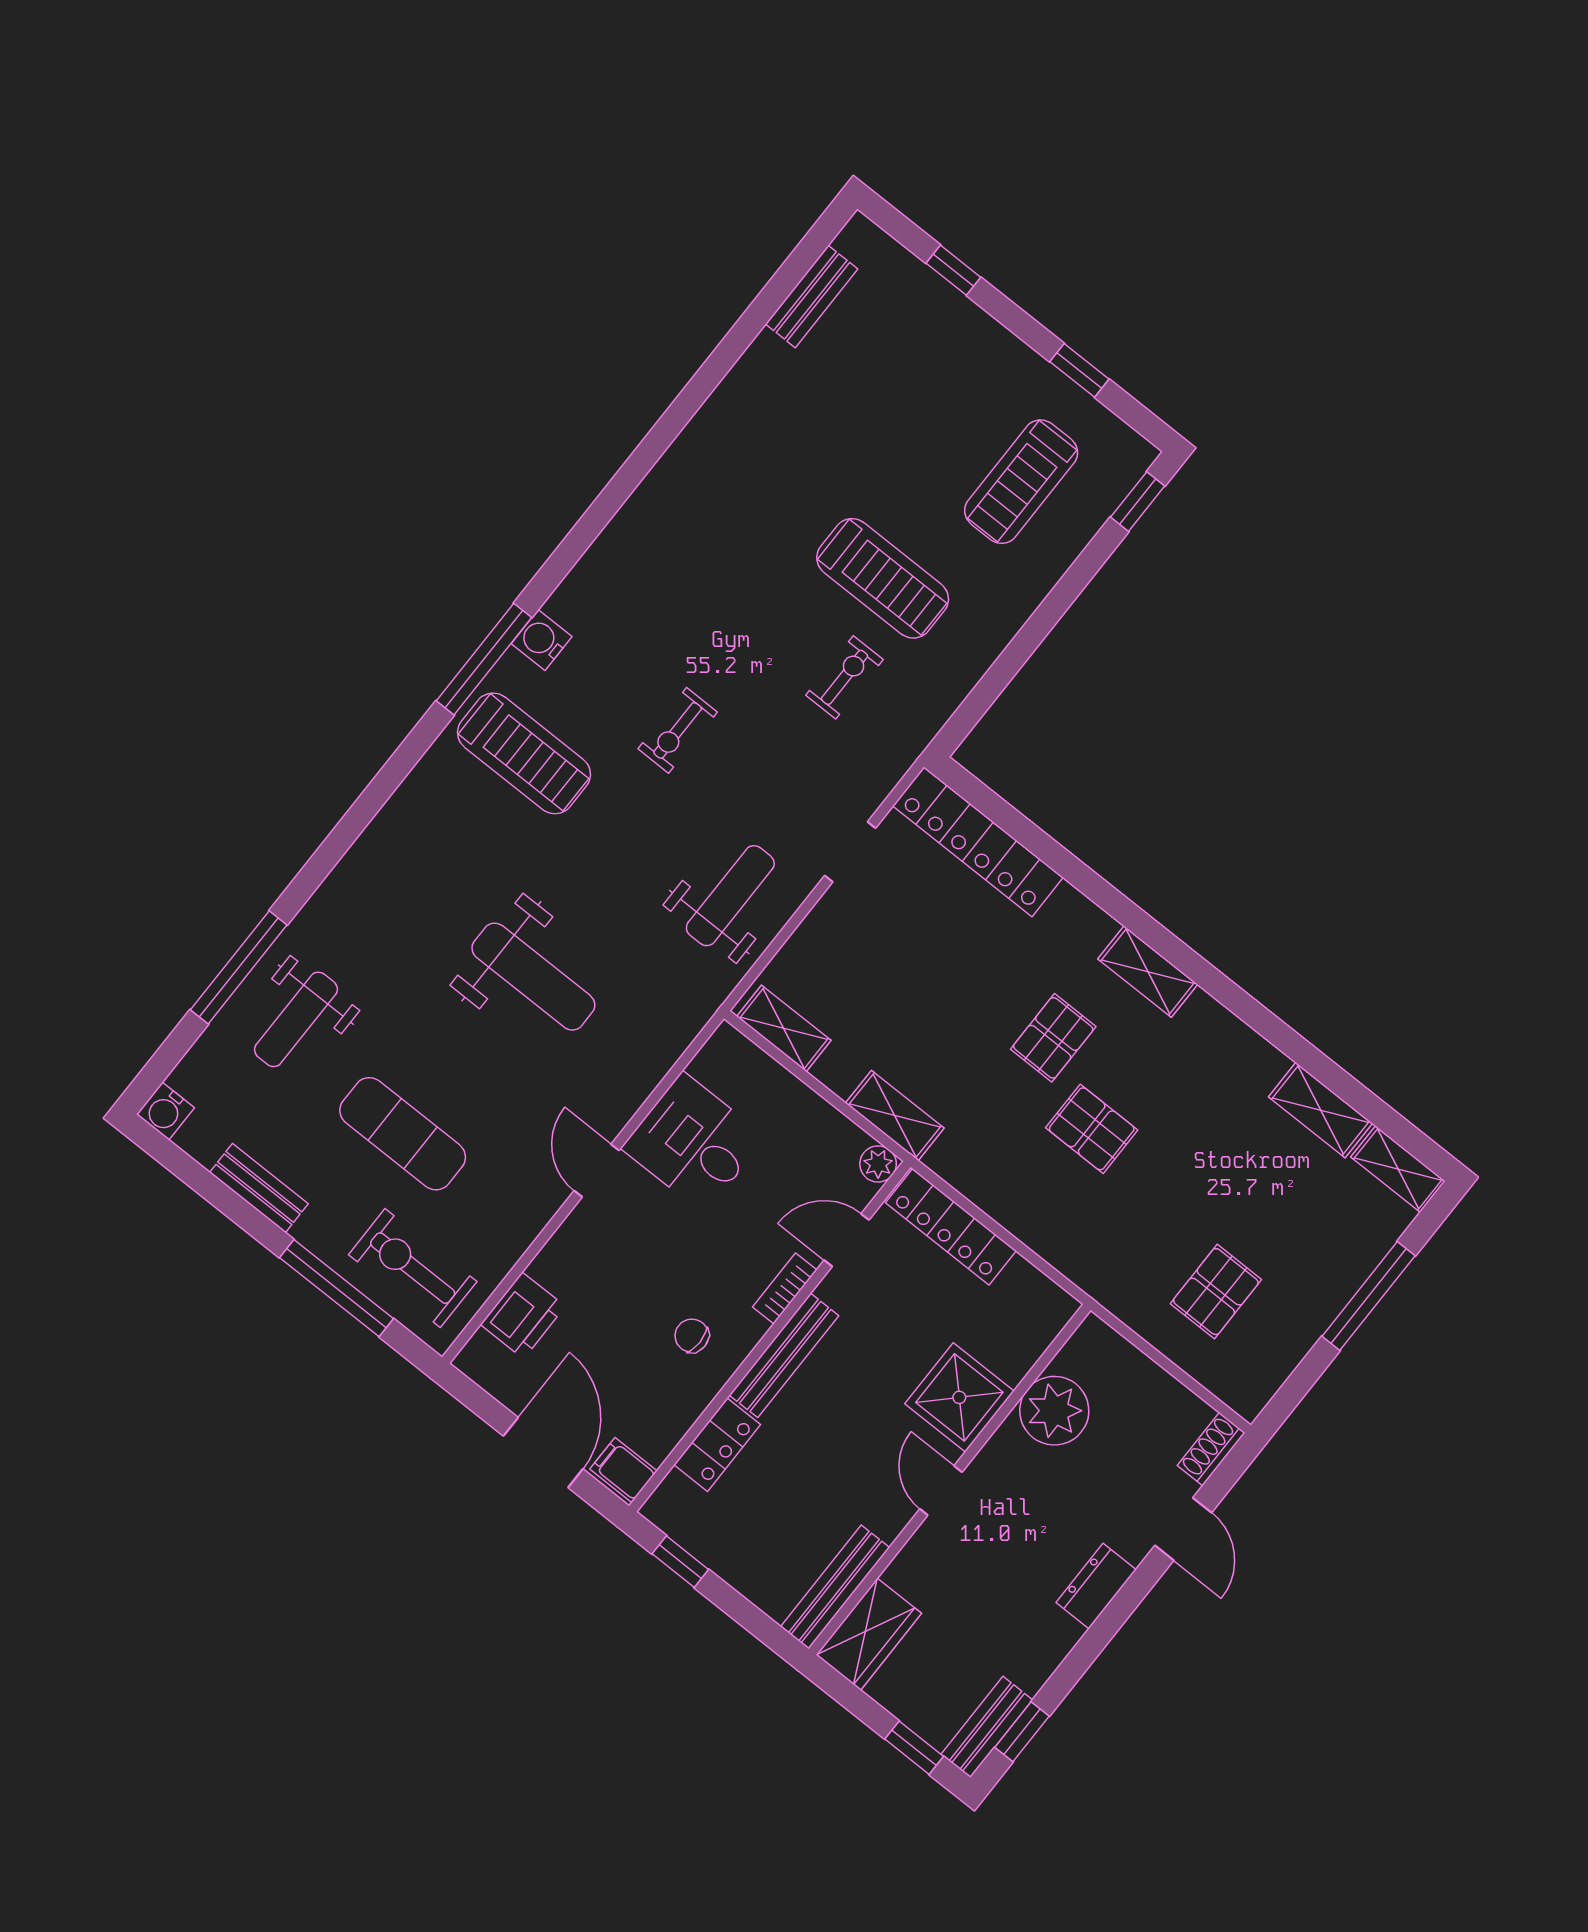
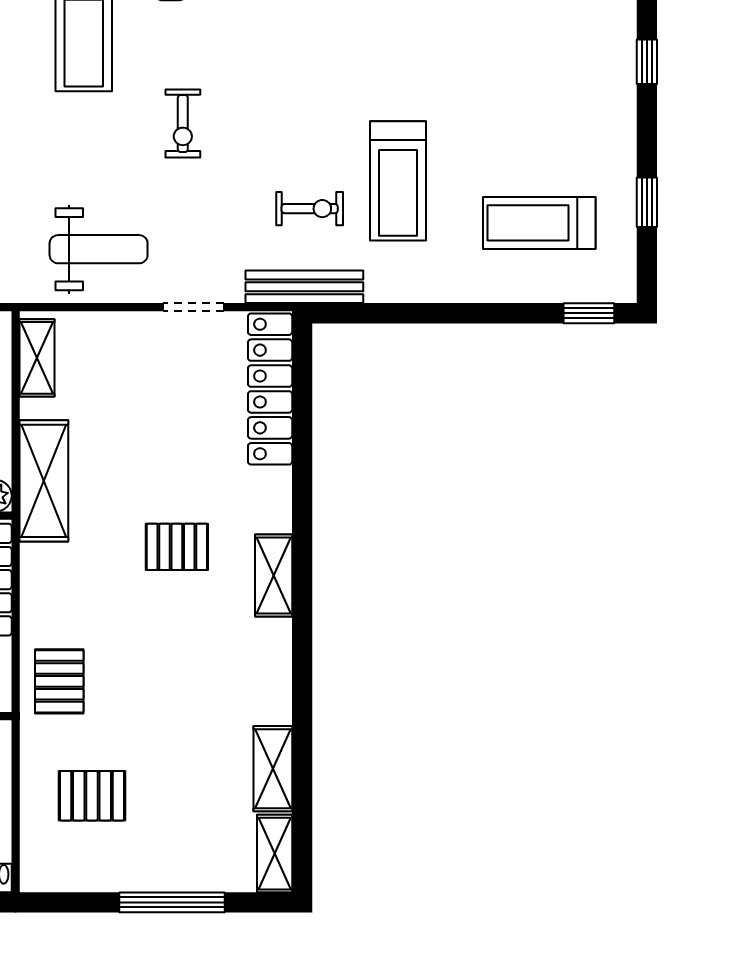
exercise bike: (678, 730) -> (183, 123), turned -90
bench: (911, 738) -> (304, 287), added
shelving: (895, 1116) -> (44, 481), width x1.50, depth x1.33
pallet: (1092, 1129) -> (59, 681), moved

